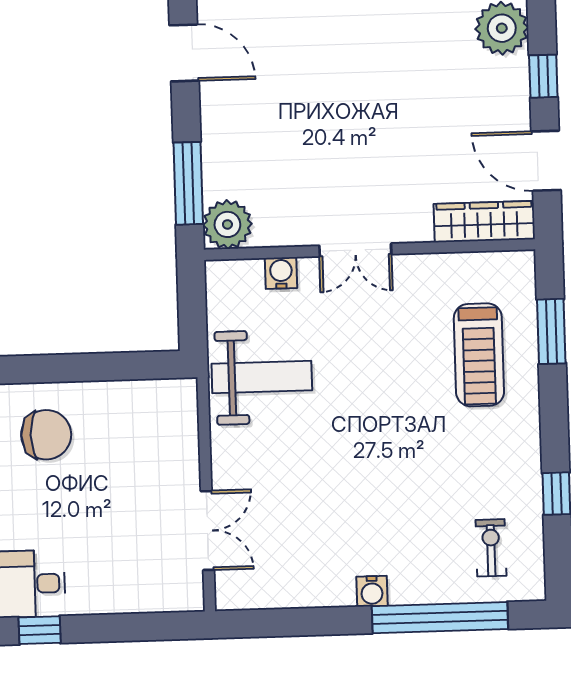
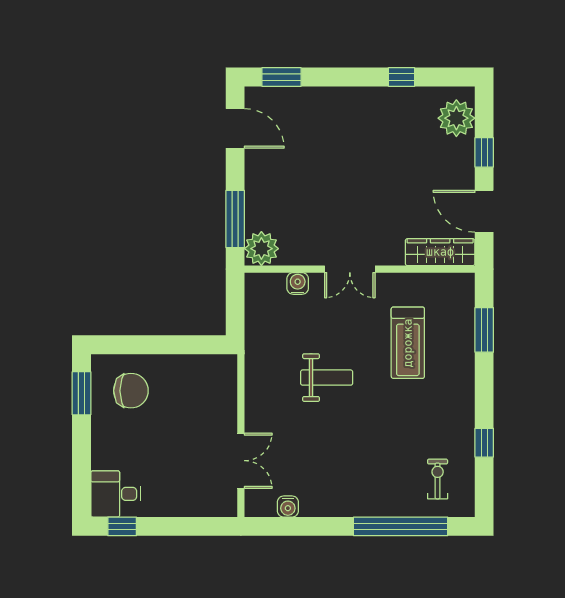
treadmill: (479, 355) -> (408, 343), moved
weight bench: (262, 377) -> (327, 378), moved, width x0.73, depth x0.75
water cooler: (372, 591) -> (288, 507), moved

